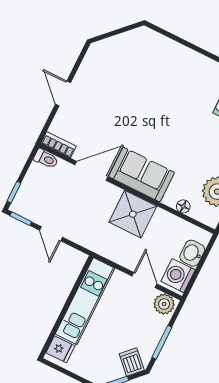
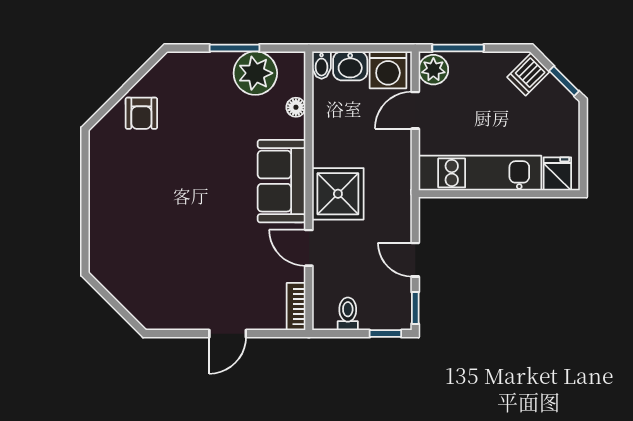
toilet: (46, 159) -> (348, 314), moved
door: (91, 171) -> (309, 248), width x0.73
shower: (133, 214) -> (338, 194), moved
door: (51, 234) -> (415, 260), swing flipped
bidet: (202, 235) -> (322, 65), added
window: (162, 342) -> (458, 48), moved

